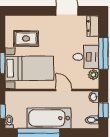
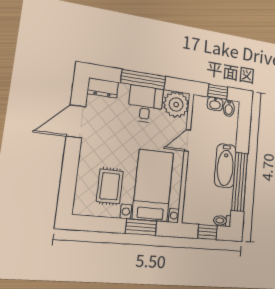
plant: (93, 75) -> (176, 105), width x1.88, depth x1.88
washbasin: (94, 97) -> (215, 104), moved
bathtub: (49, 118) -> (225, 166), width x0.73, depth x0.73

